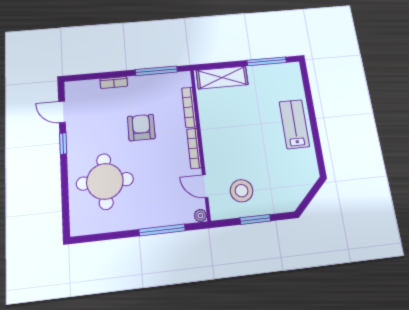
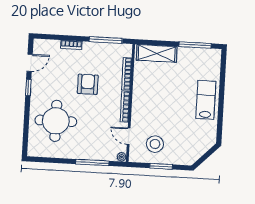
door: (62, 112) -> (30, 63), swing flipped

